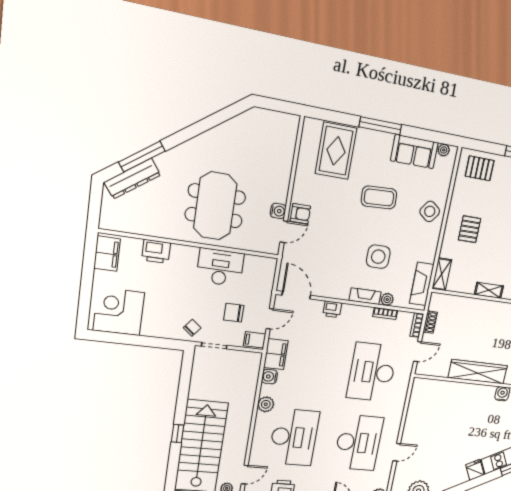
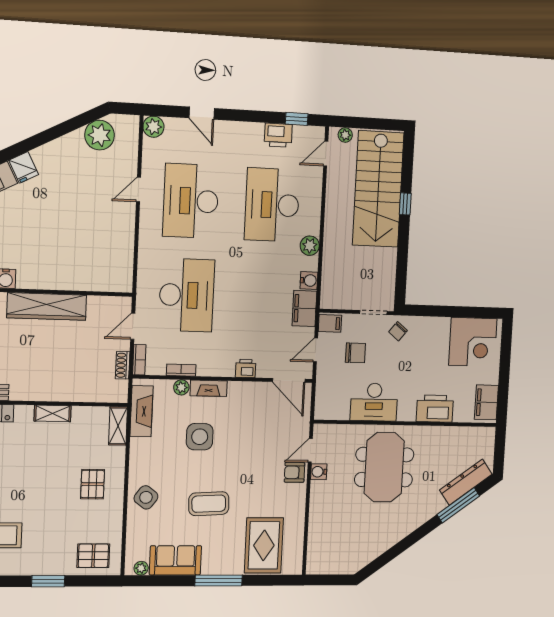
printer: (156, 251) -> (435, 409), width x1.37, depth x1.19

